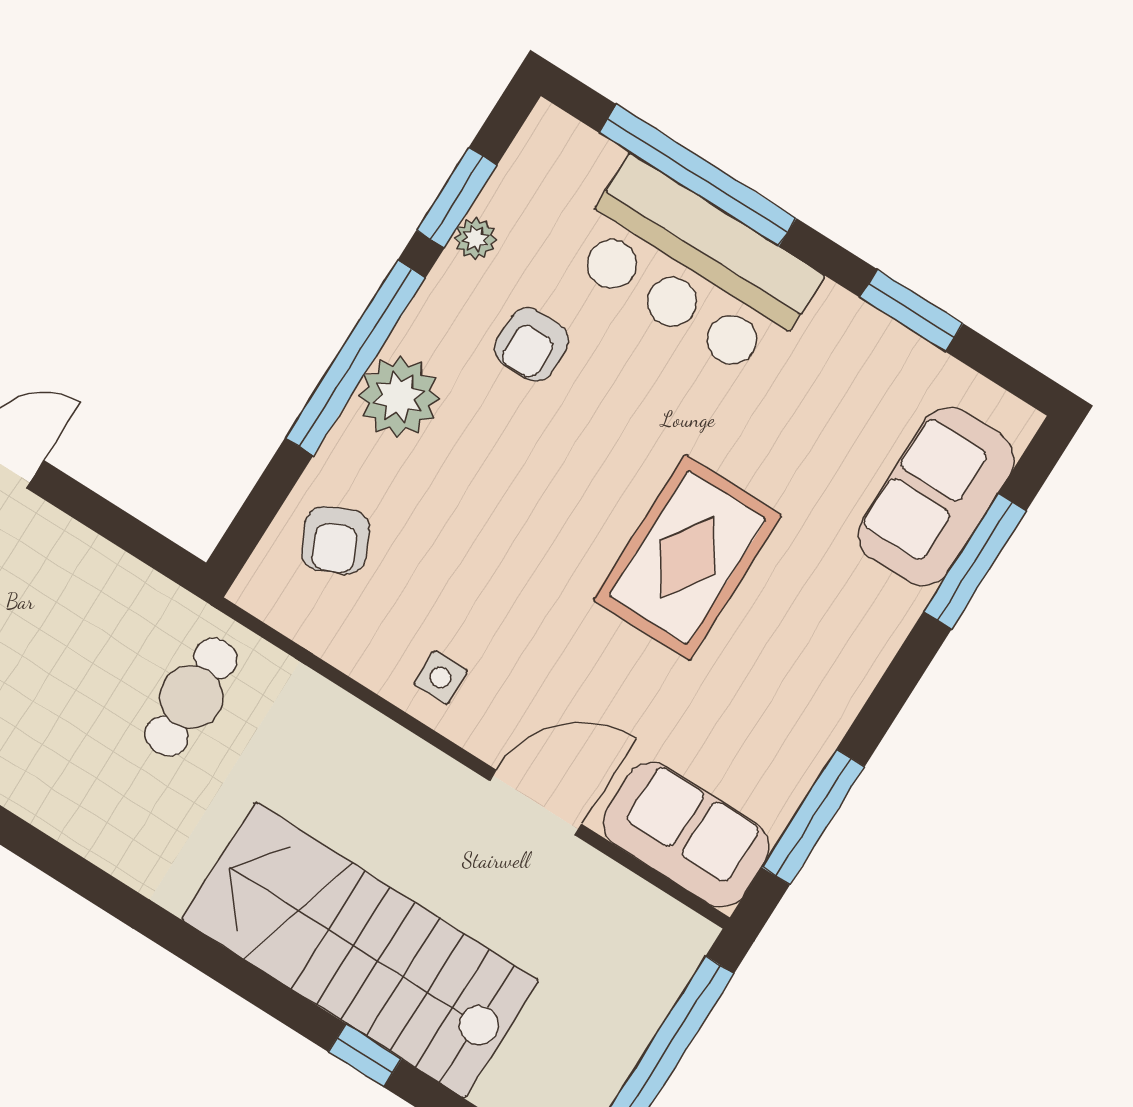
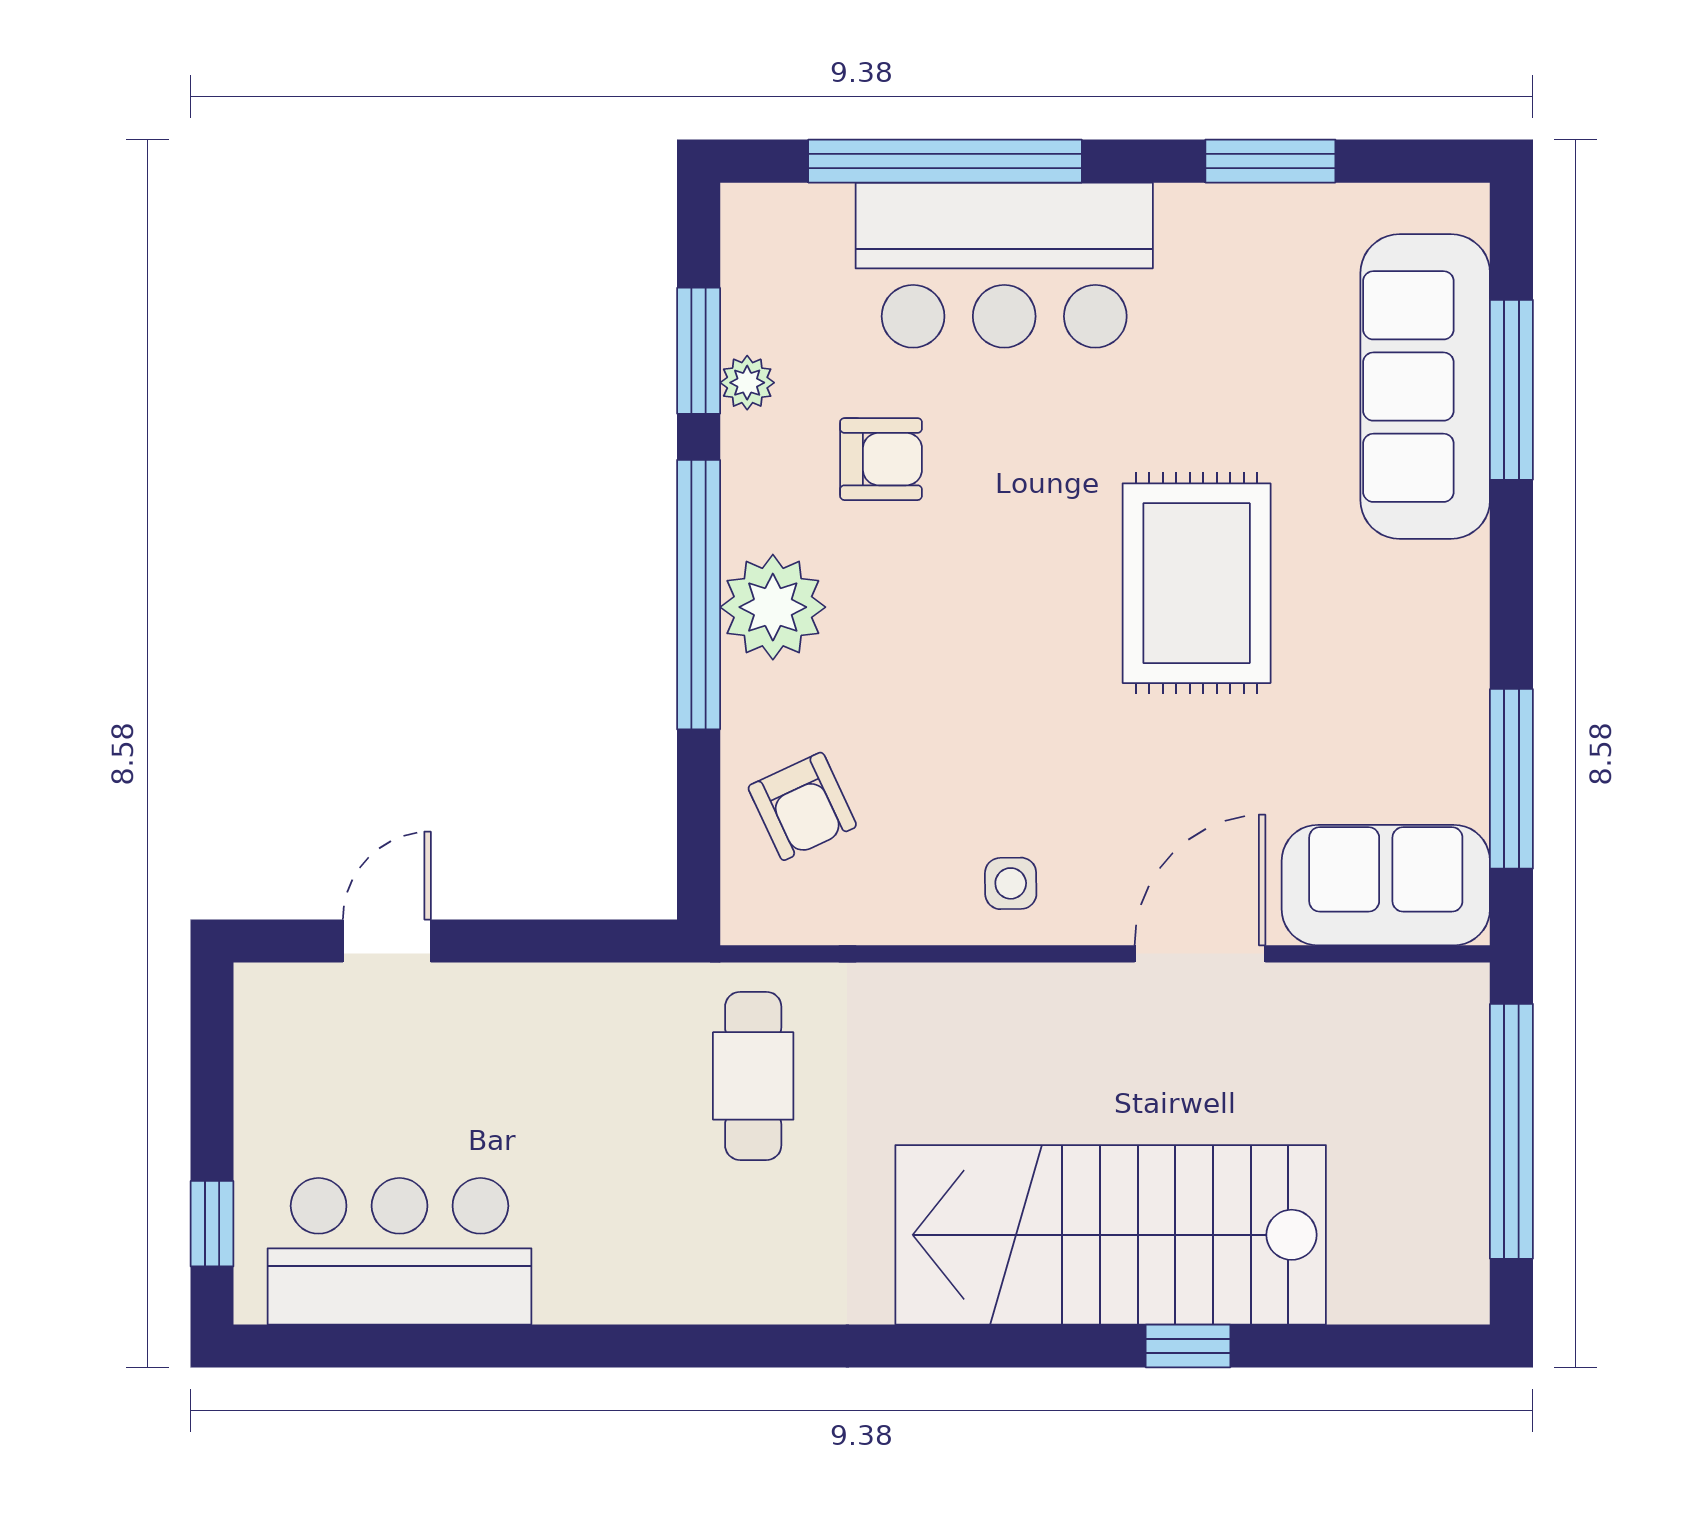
armchair: (532, 345) -> (881, 459), turned -90
sofa: (936, 497) -> (1425, 387), width x1.36

